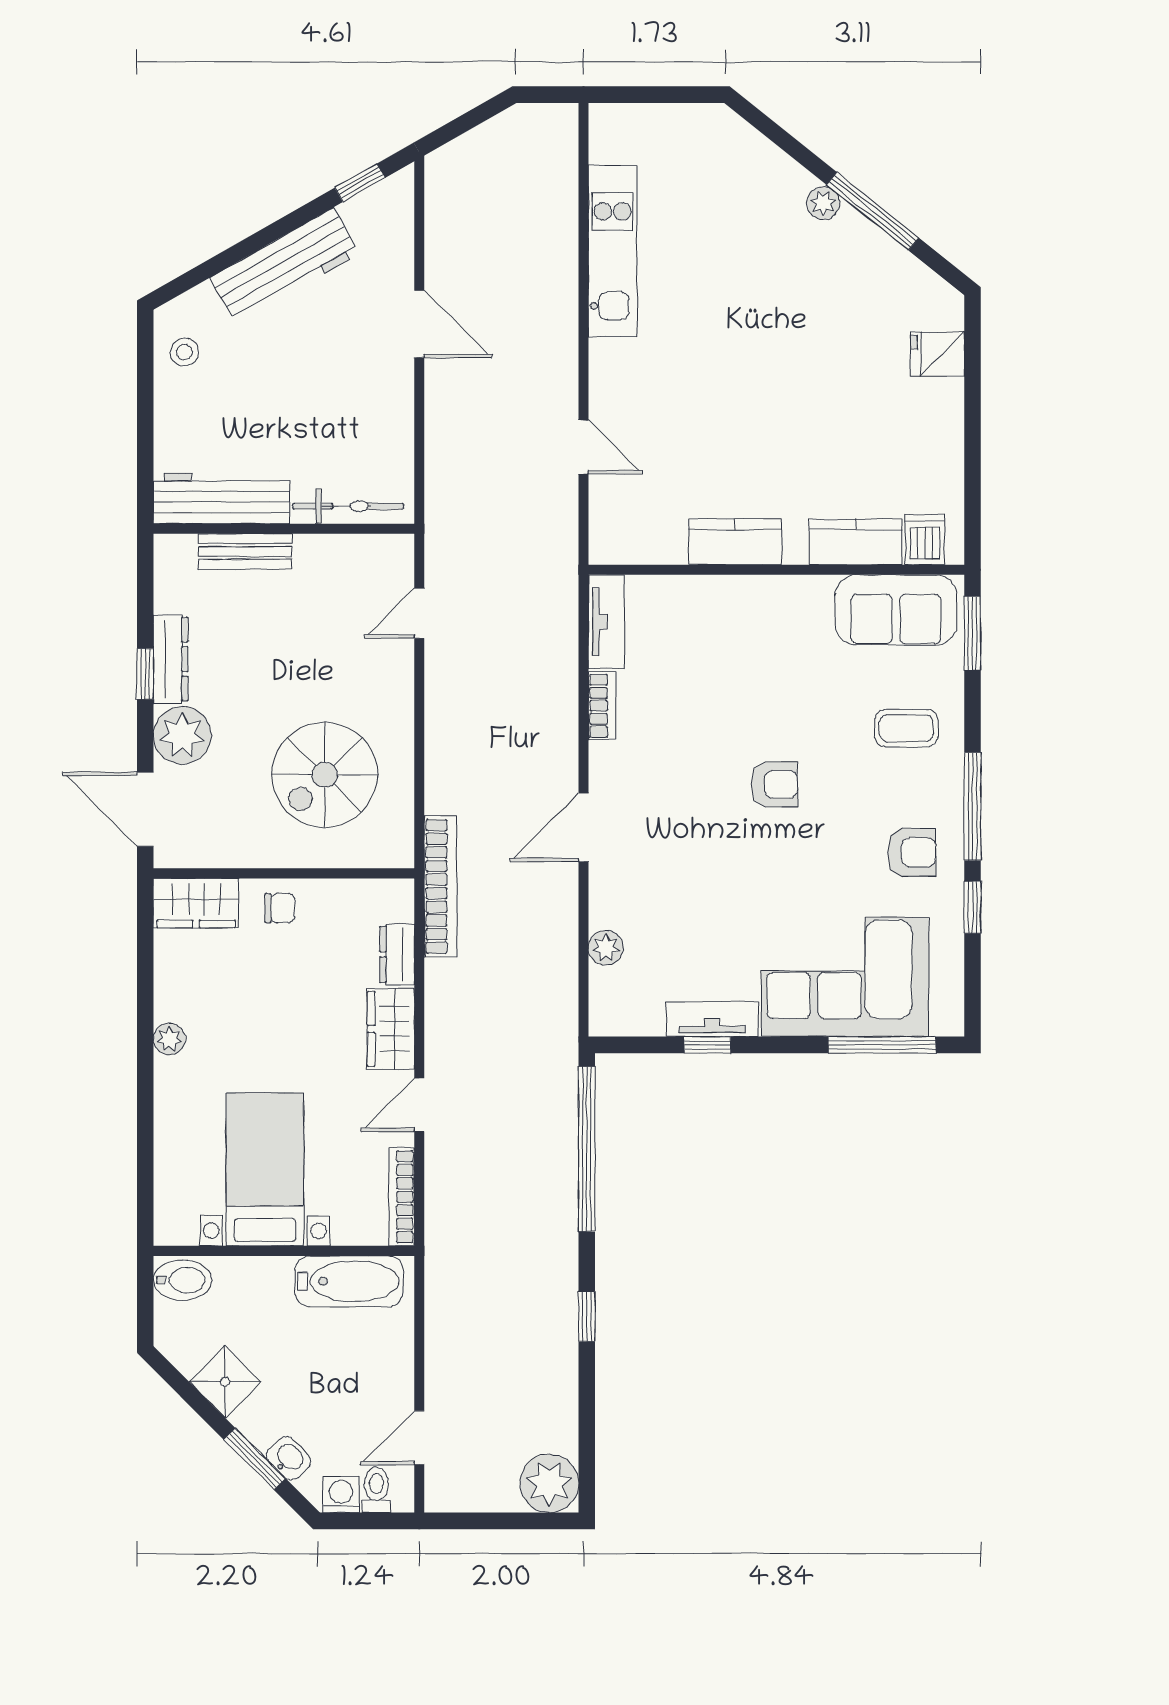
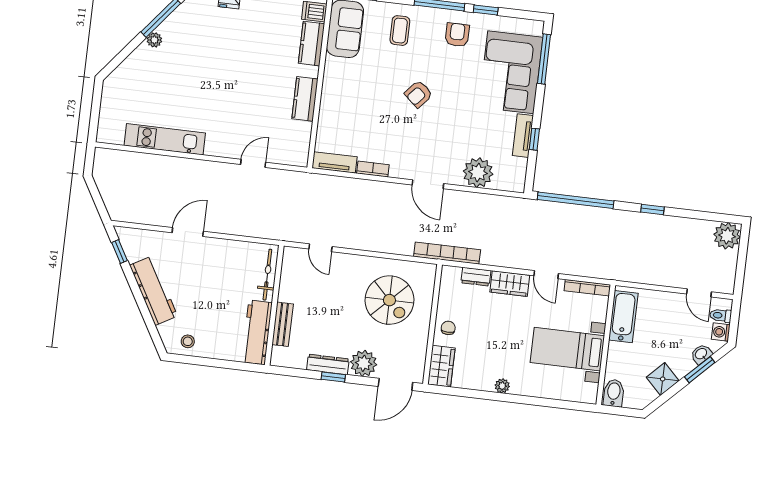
armchair: (775, 784) -> (418, 94), turned -139
plant: (606, 948) -> (478, 173), width x1.87, depth x1.87

